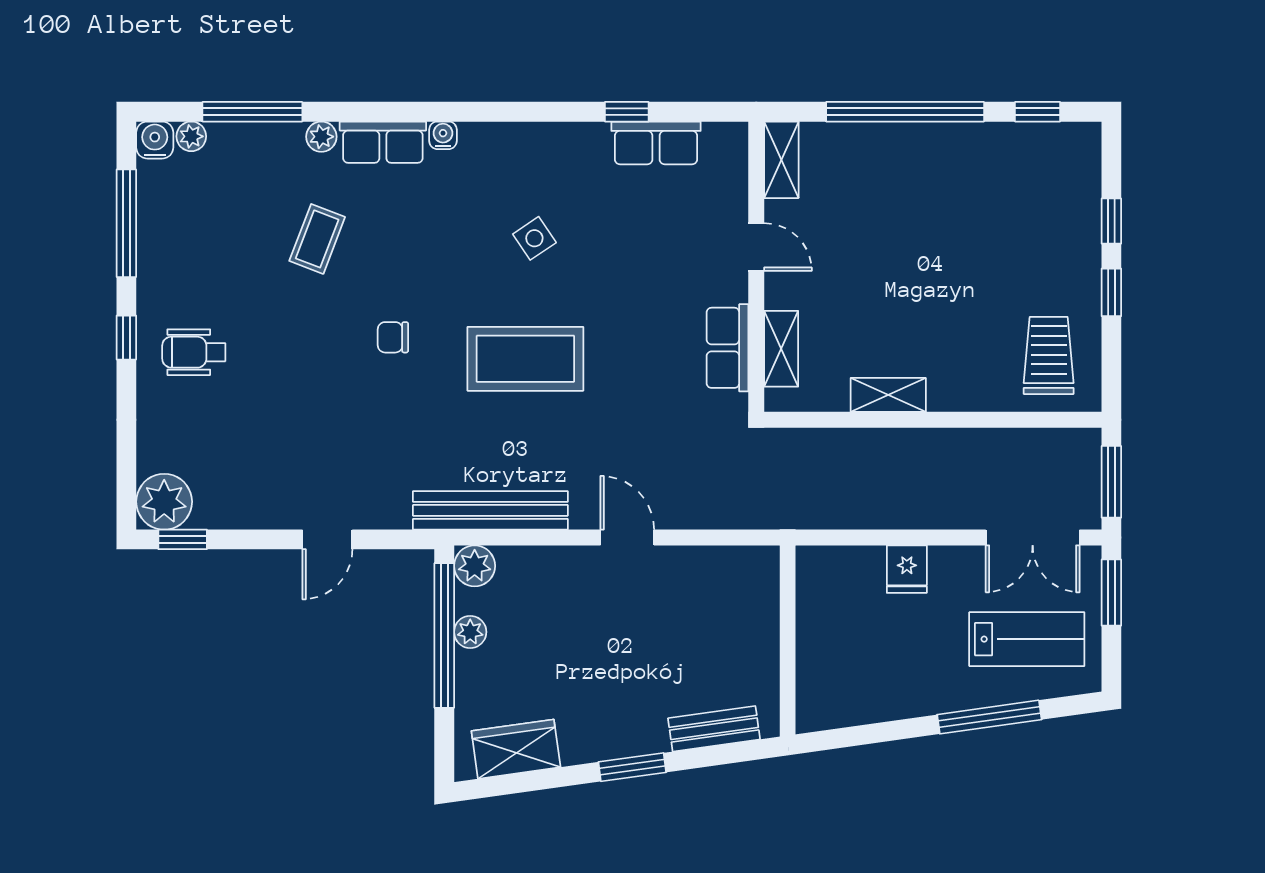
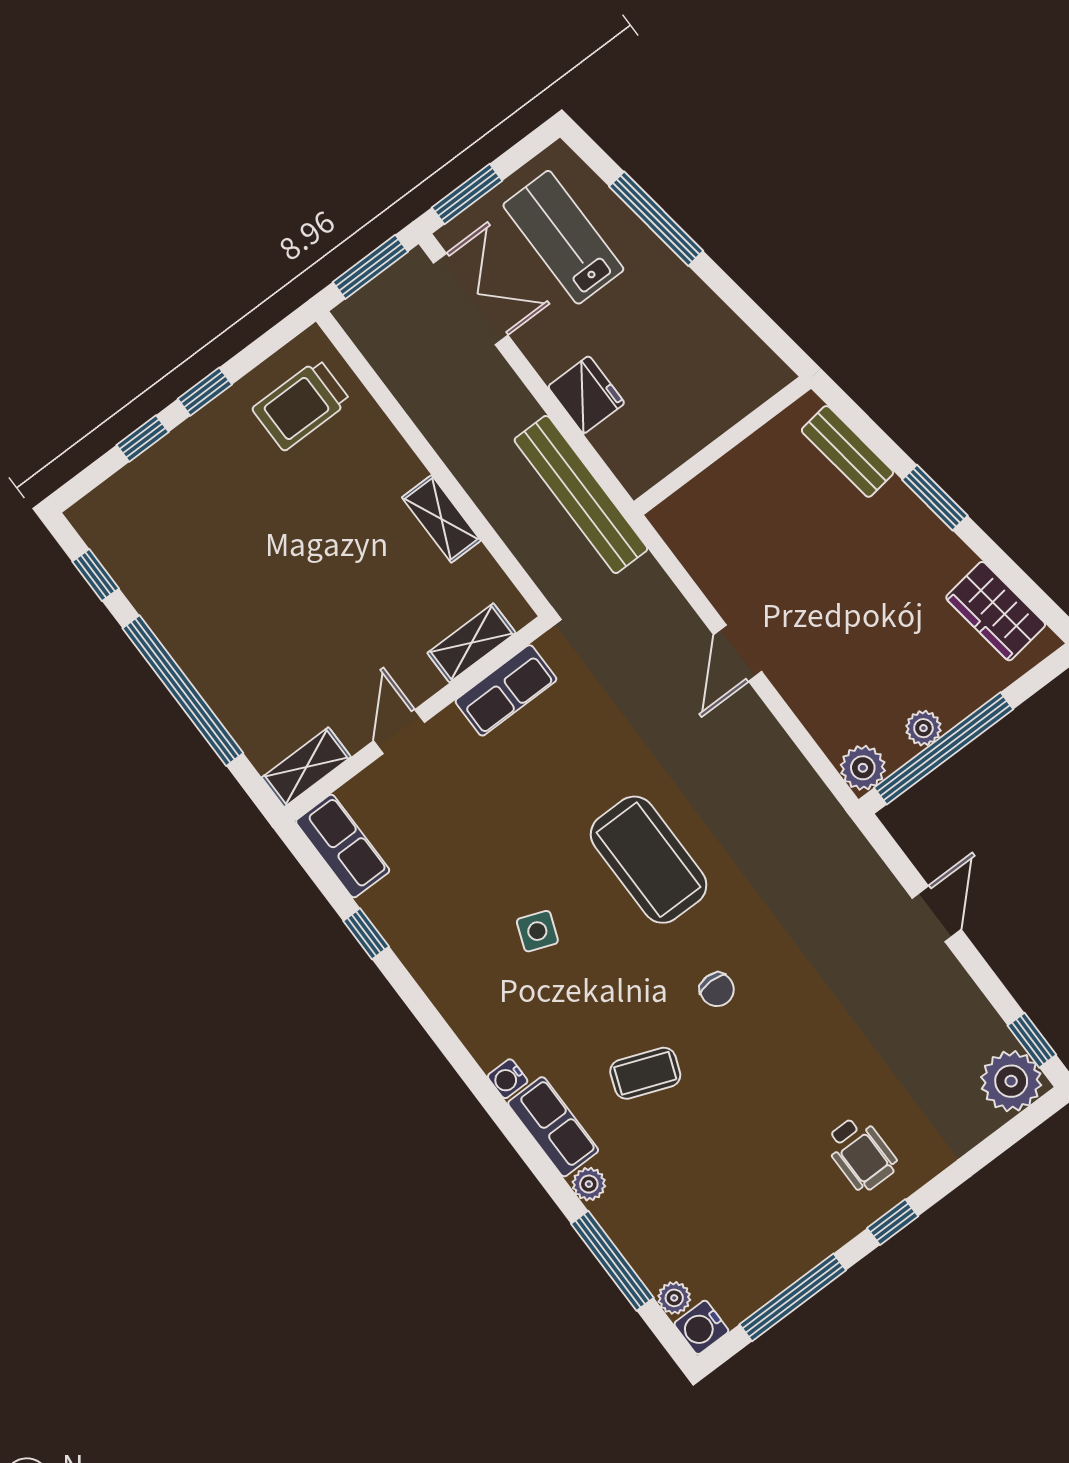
row of seats: (656, 143) -> (343, 846), moved
side table: (534, 238) -> (537, 931), turned -35
coffee table: (317, 239) -> (645, 1073), moved
bench: (490, 510) -> (581, 495), moved
door: (327, 539) -> (937, 914), hinge flipped
fridge: (907, 569) -> (586, 395), width x1.38

